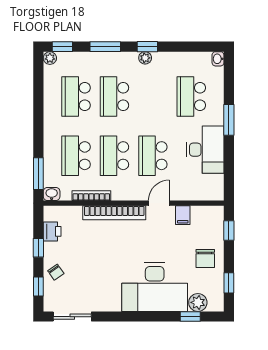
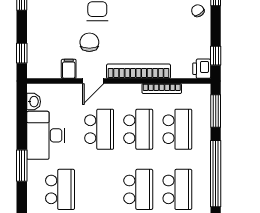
window: (38, 112) -> (216, 174), added
washbasin: (52, 194) -> (34, 102), moved, turned -90
printer: (52, 231) -> (202, 69), moved
window: (38, 248) -> (216, 56), moved
chair: (205, 258) -> (89, 42), moved

